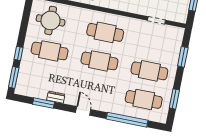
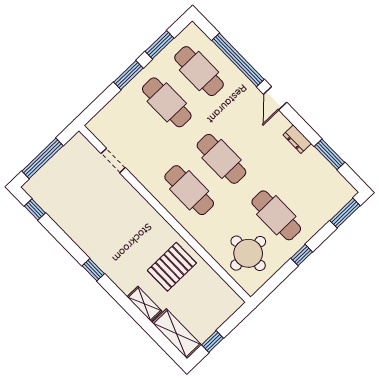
window: (19, 53) -> (302, 255), moved
window: (183, 57) -> (128, 75), moved
dresser: (56, 97) -> (297, 139), moved
door: (83, 111) -> (275, 98), moved

